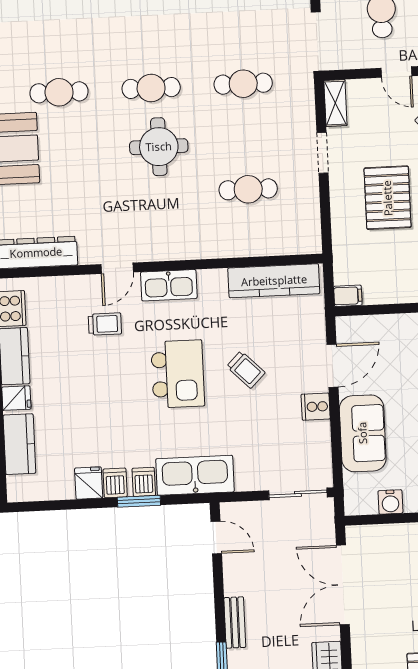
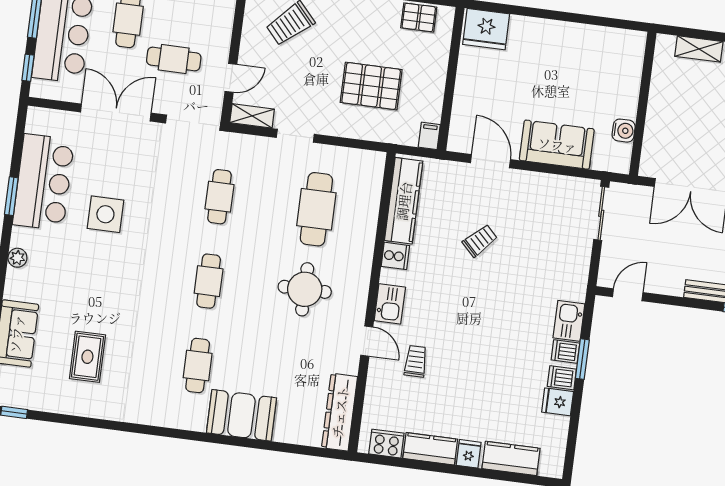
door: (396, 72) -> (231, 78), moved
round table: (159, 147) -> (305, 289), moved
cafe table: (248, 189) -> (316, 209), width x1.37, depth x1.35
pallet: (388, 198) -> (371, 86), moved
kitchen sink: (169, 285) -> (390, 304), width x0.73
kitchen island: (178, 374) -> (473, 303), removed
cooker: (316, 407) -> (395, 256), moved, turned -90
kitchen sink: (195, 475) -> (569, 321), width x0.53, depth x0.81

